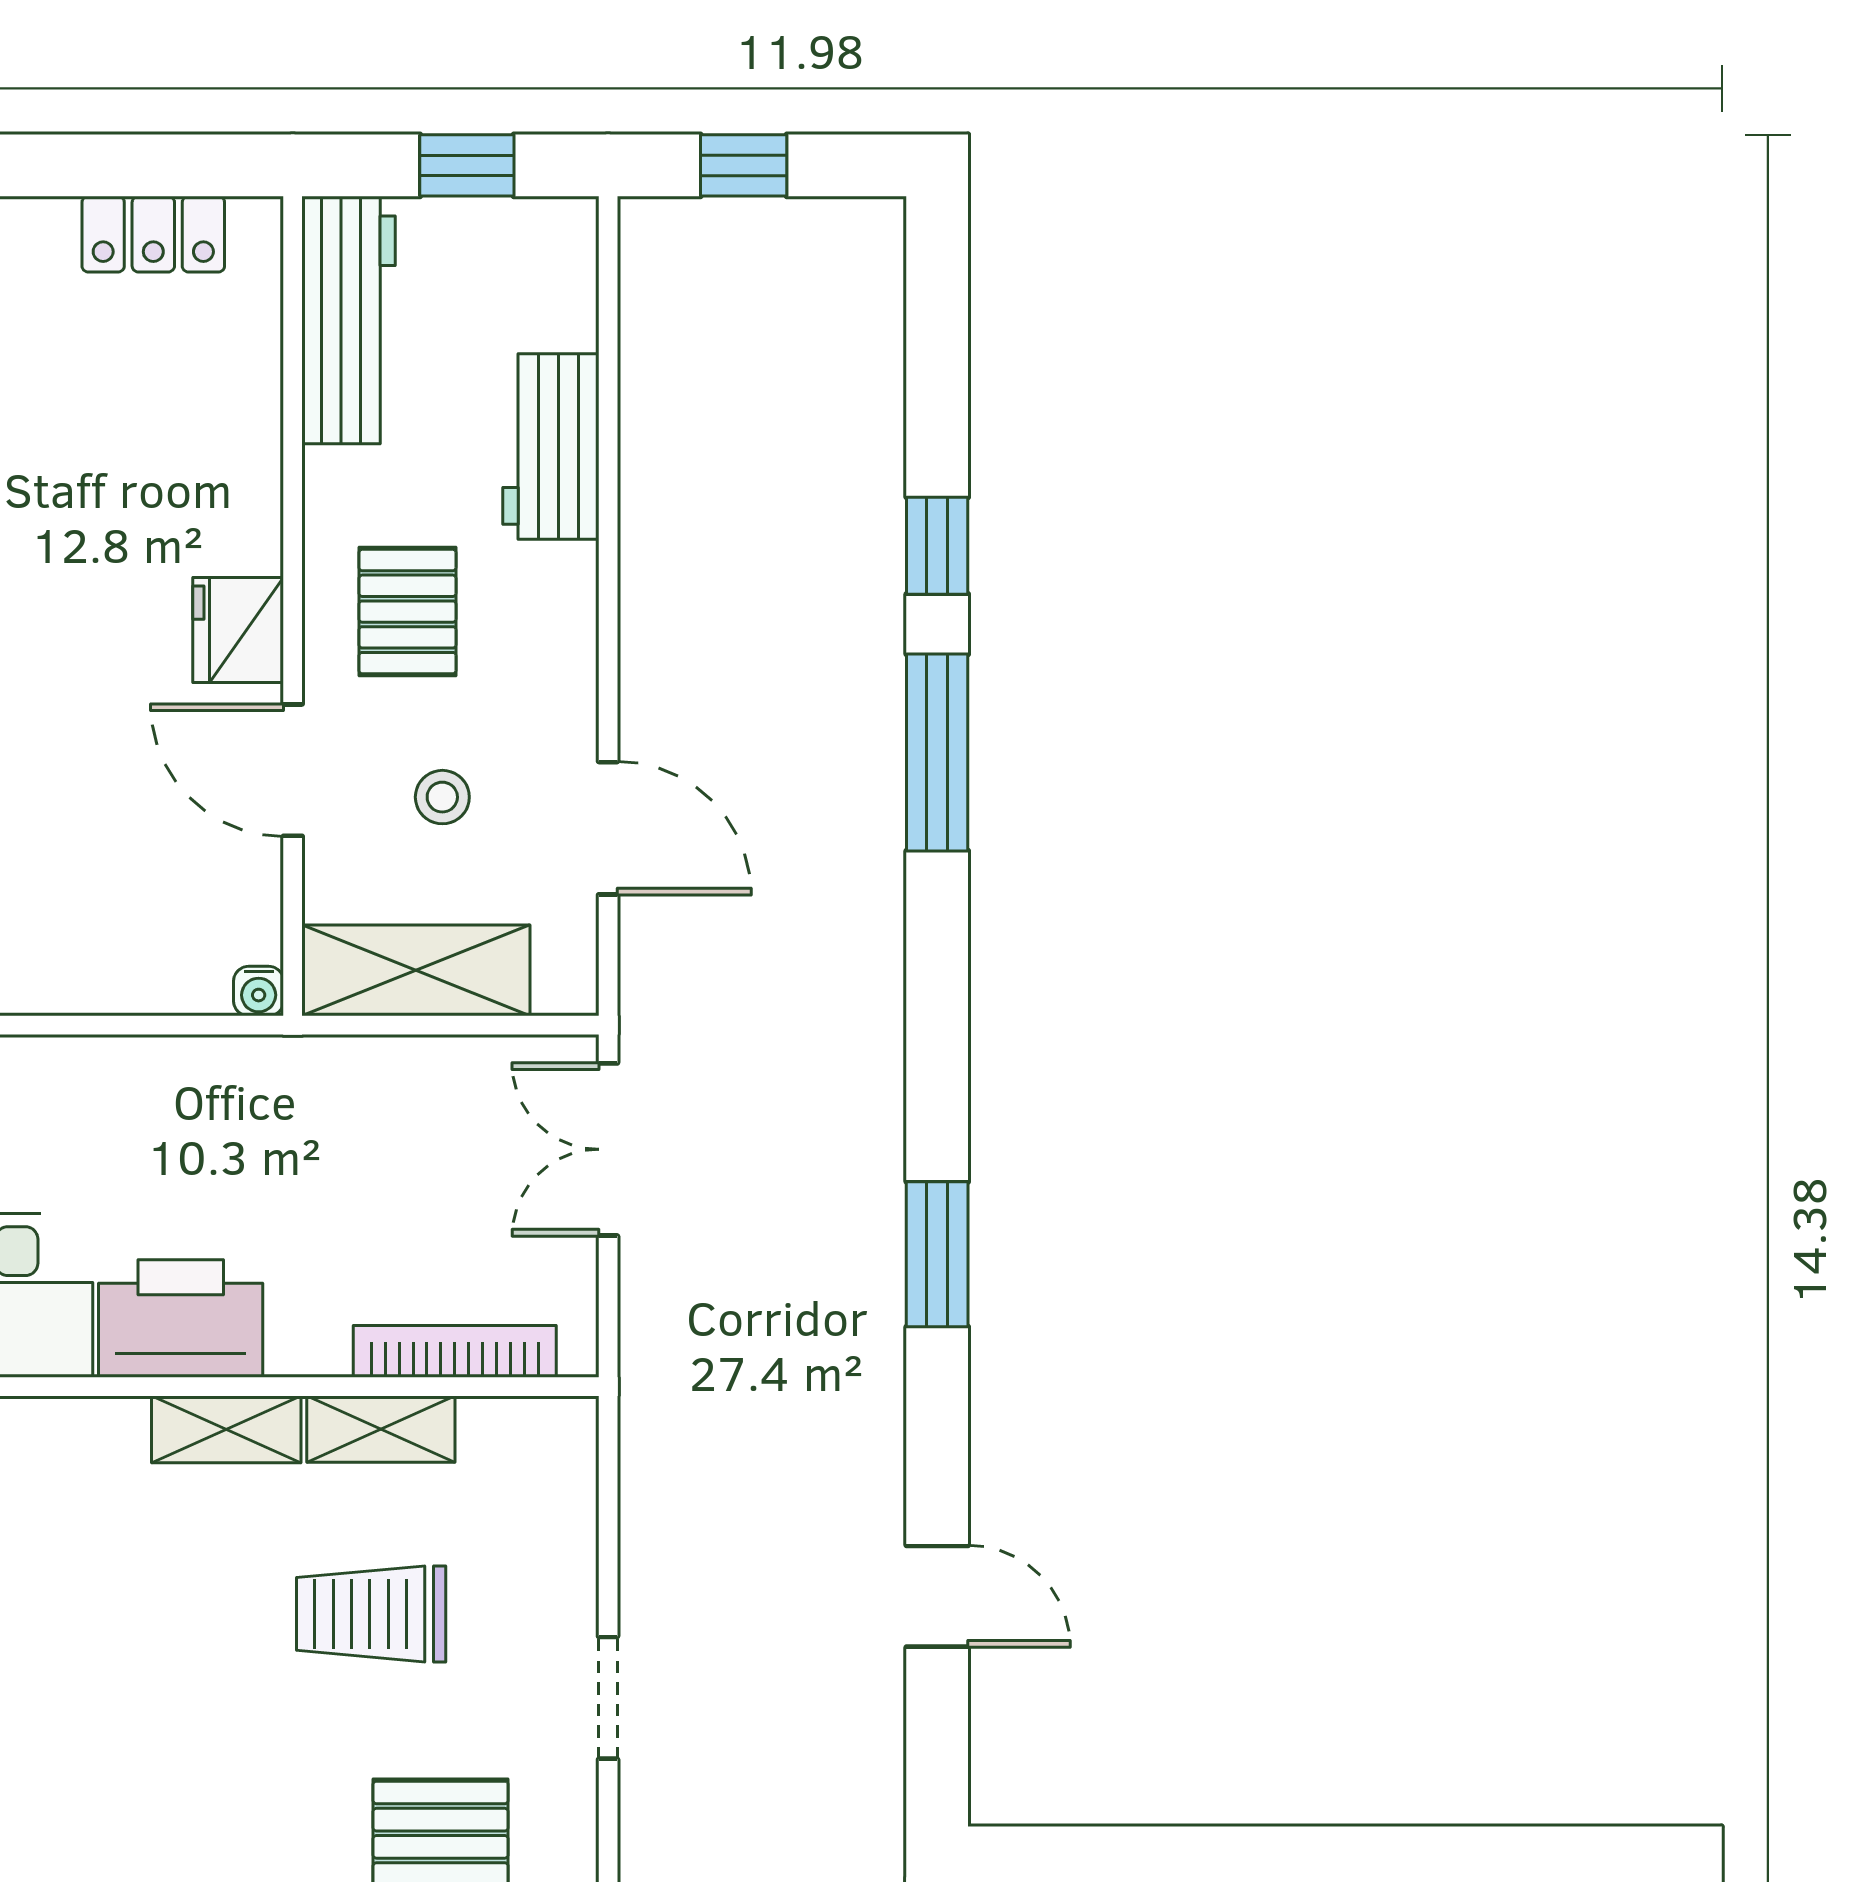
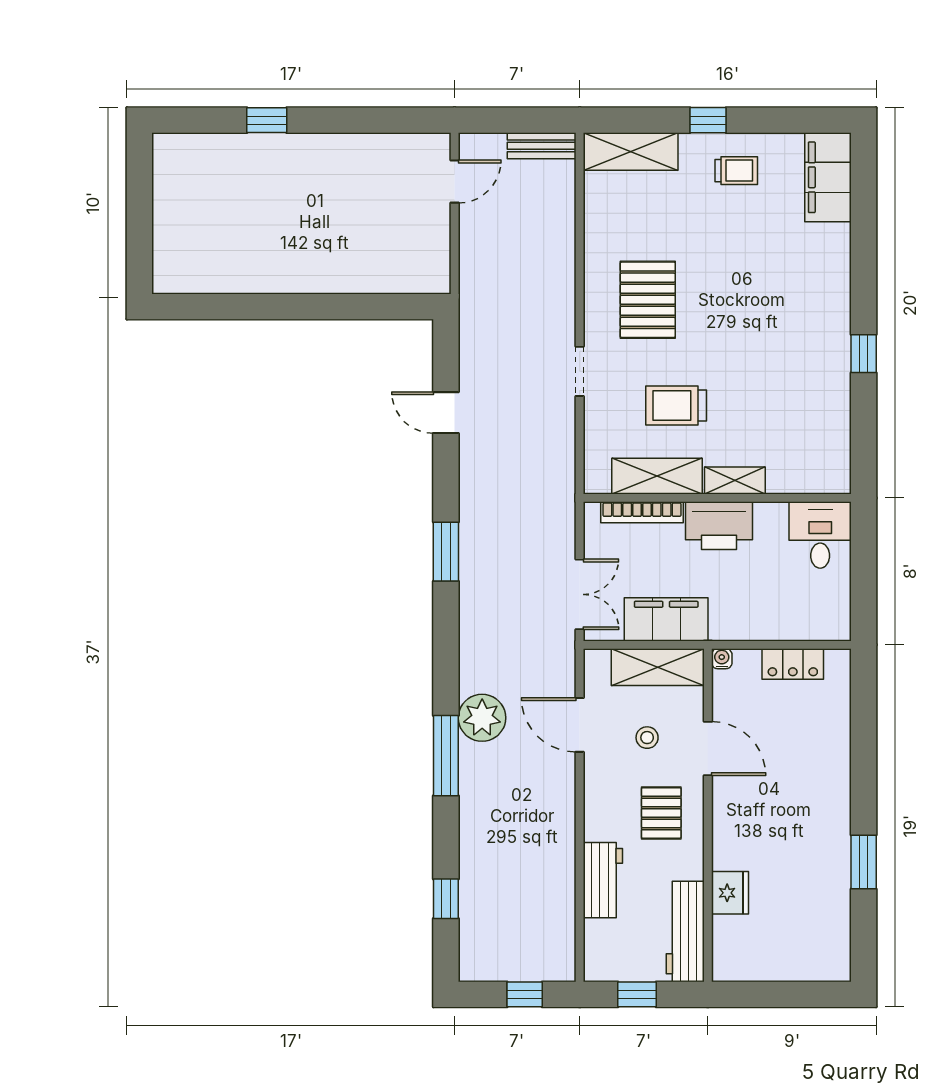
locker: (153, 234) -> (793, 664), moved, turned 180
window: (937, 546) -> (446, 899), moved
fridge: (238, 630) -> (730, 893), moved
plant: (848, 846) -> (482, 718), added
filing cabinet: (395, 1088) -> (666, 619), added
printer: (181, 1319) -> (719, 526), moved
shelving: (381, 1429) -> (657, 476), width x1.50, depth x1.33
trolley: (371, 1614) -> (676, 405), turned 180

